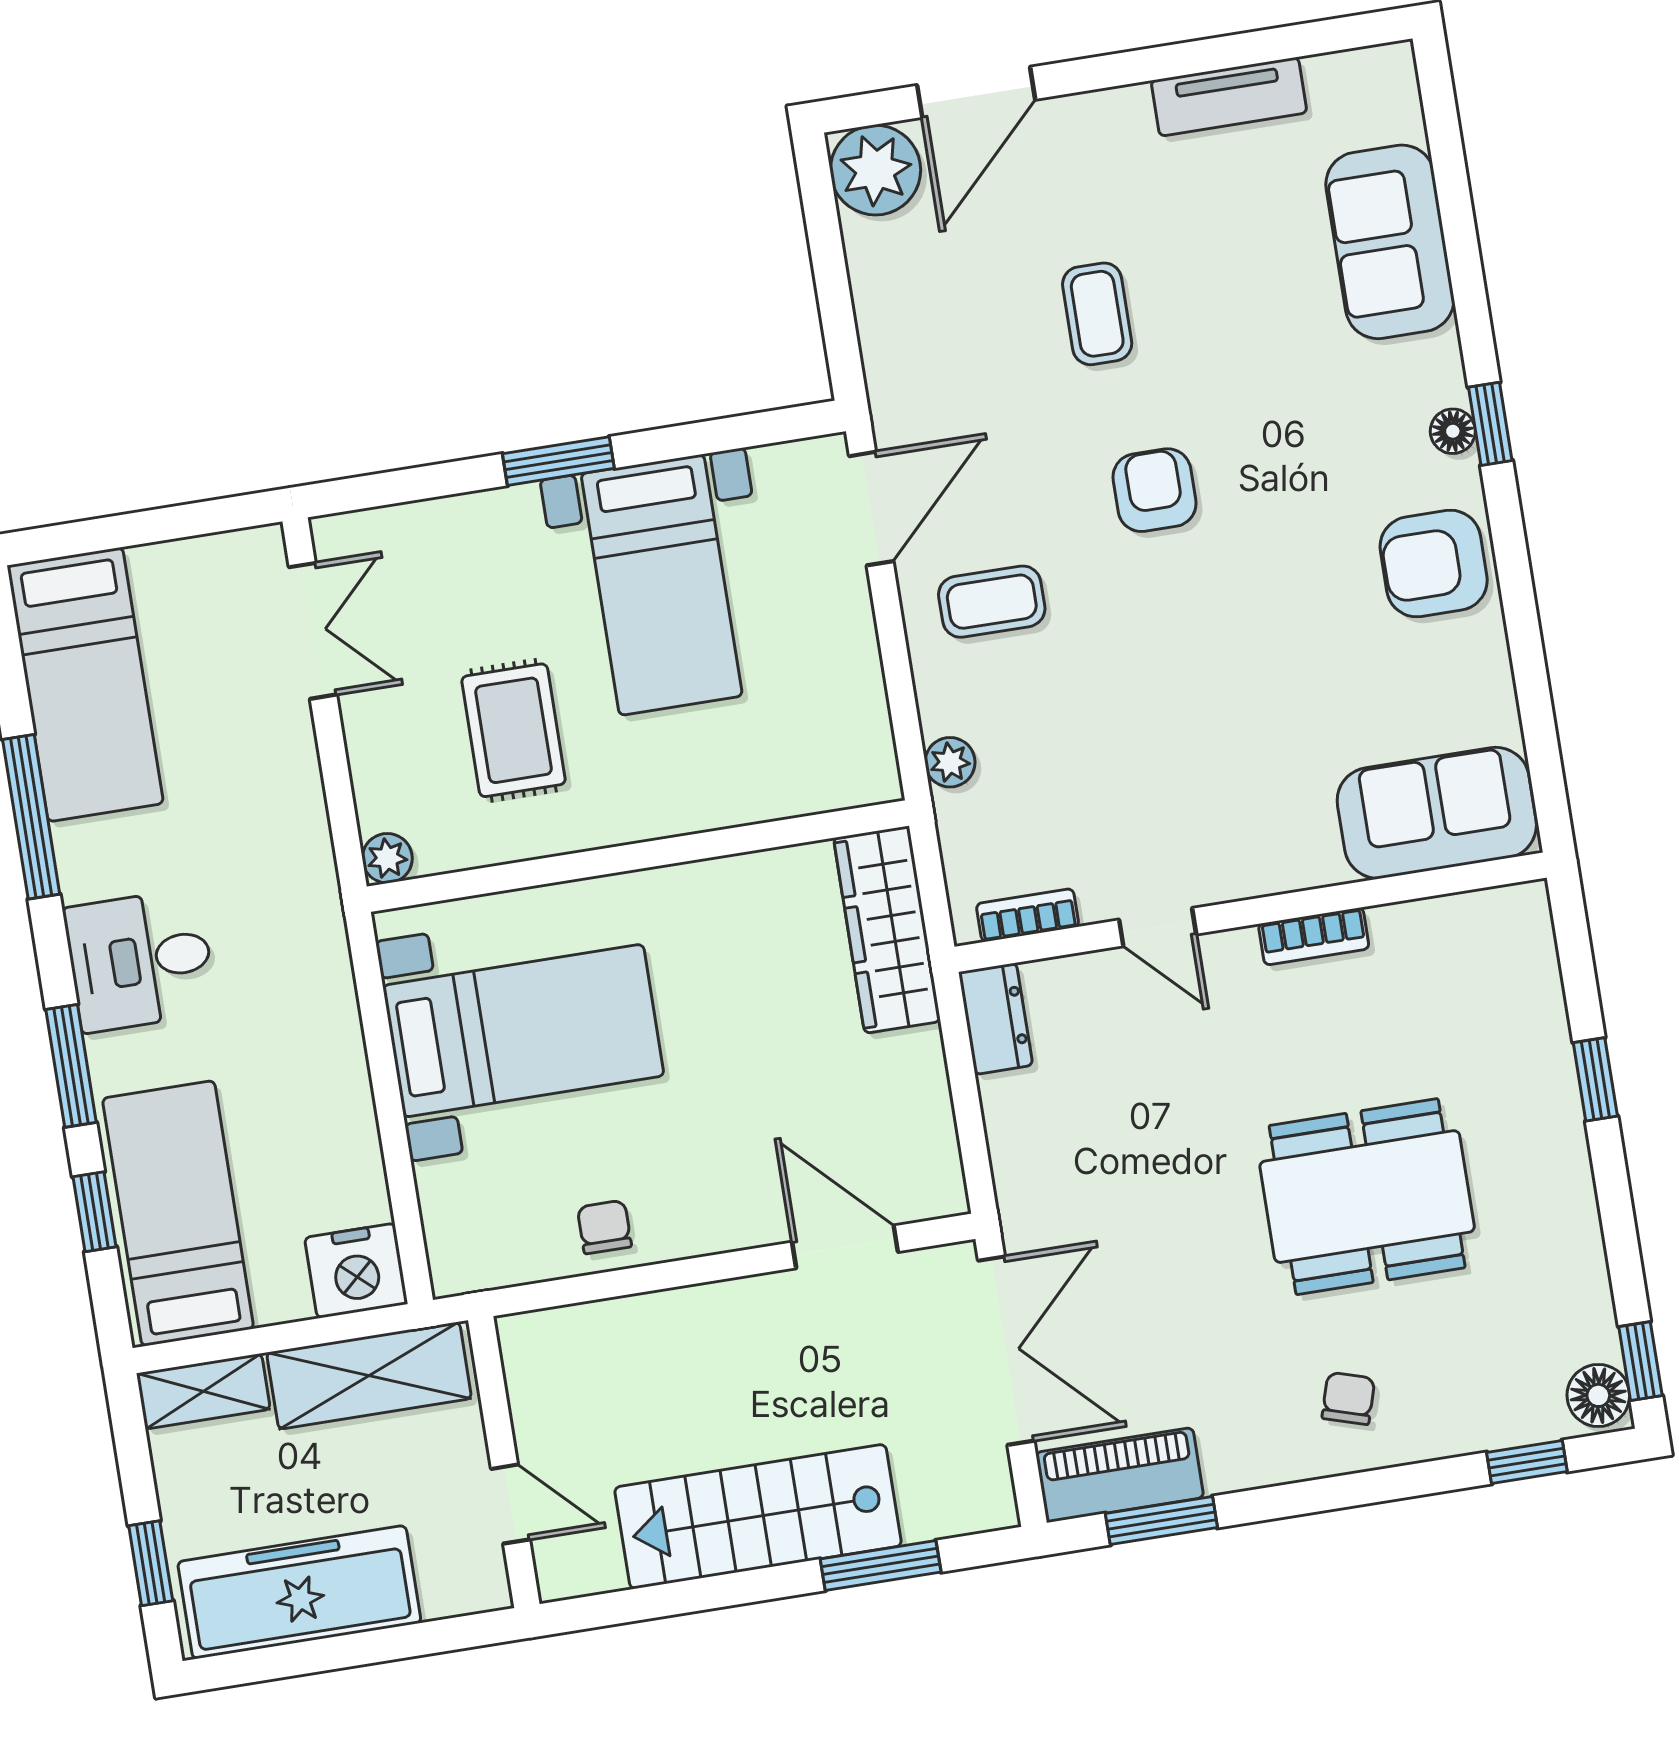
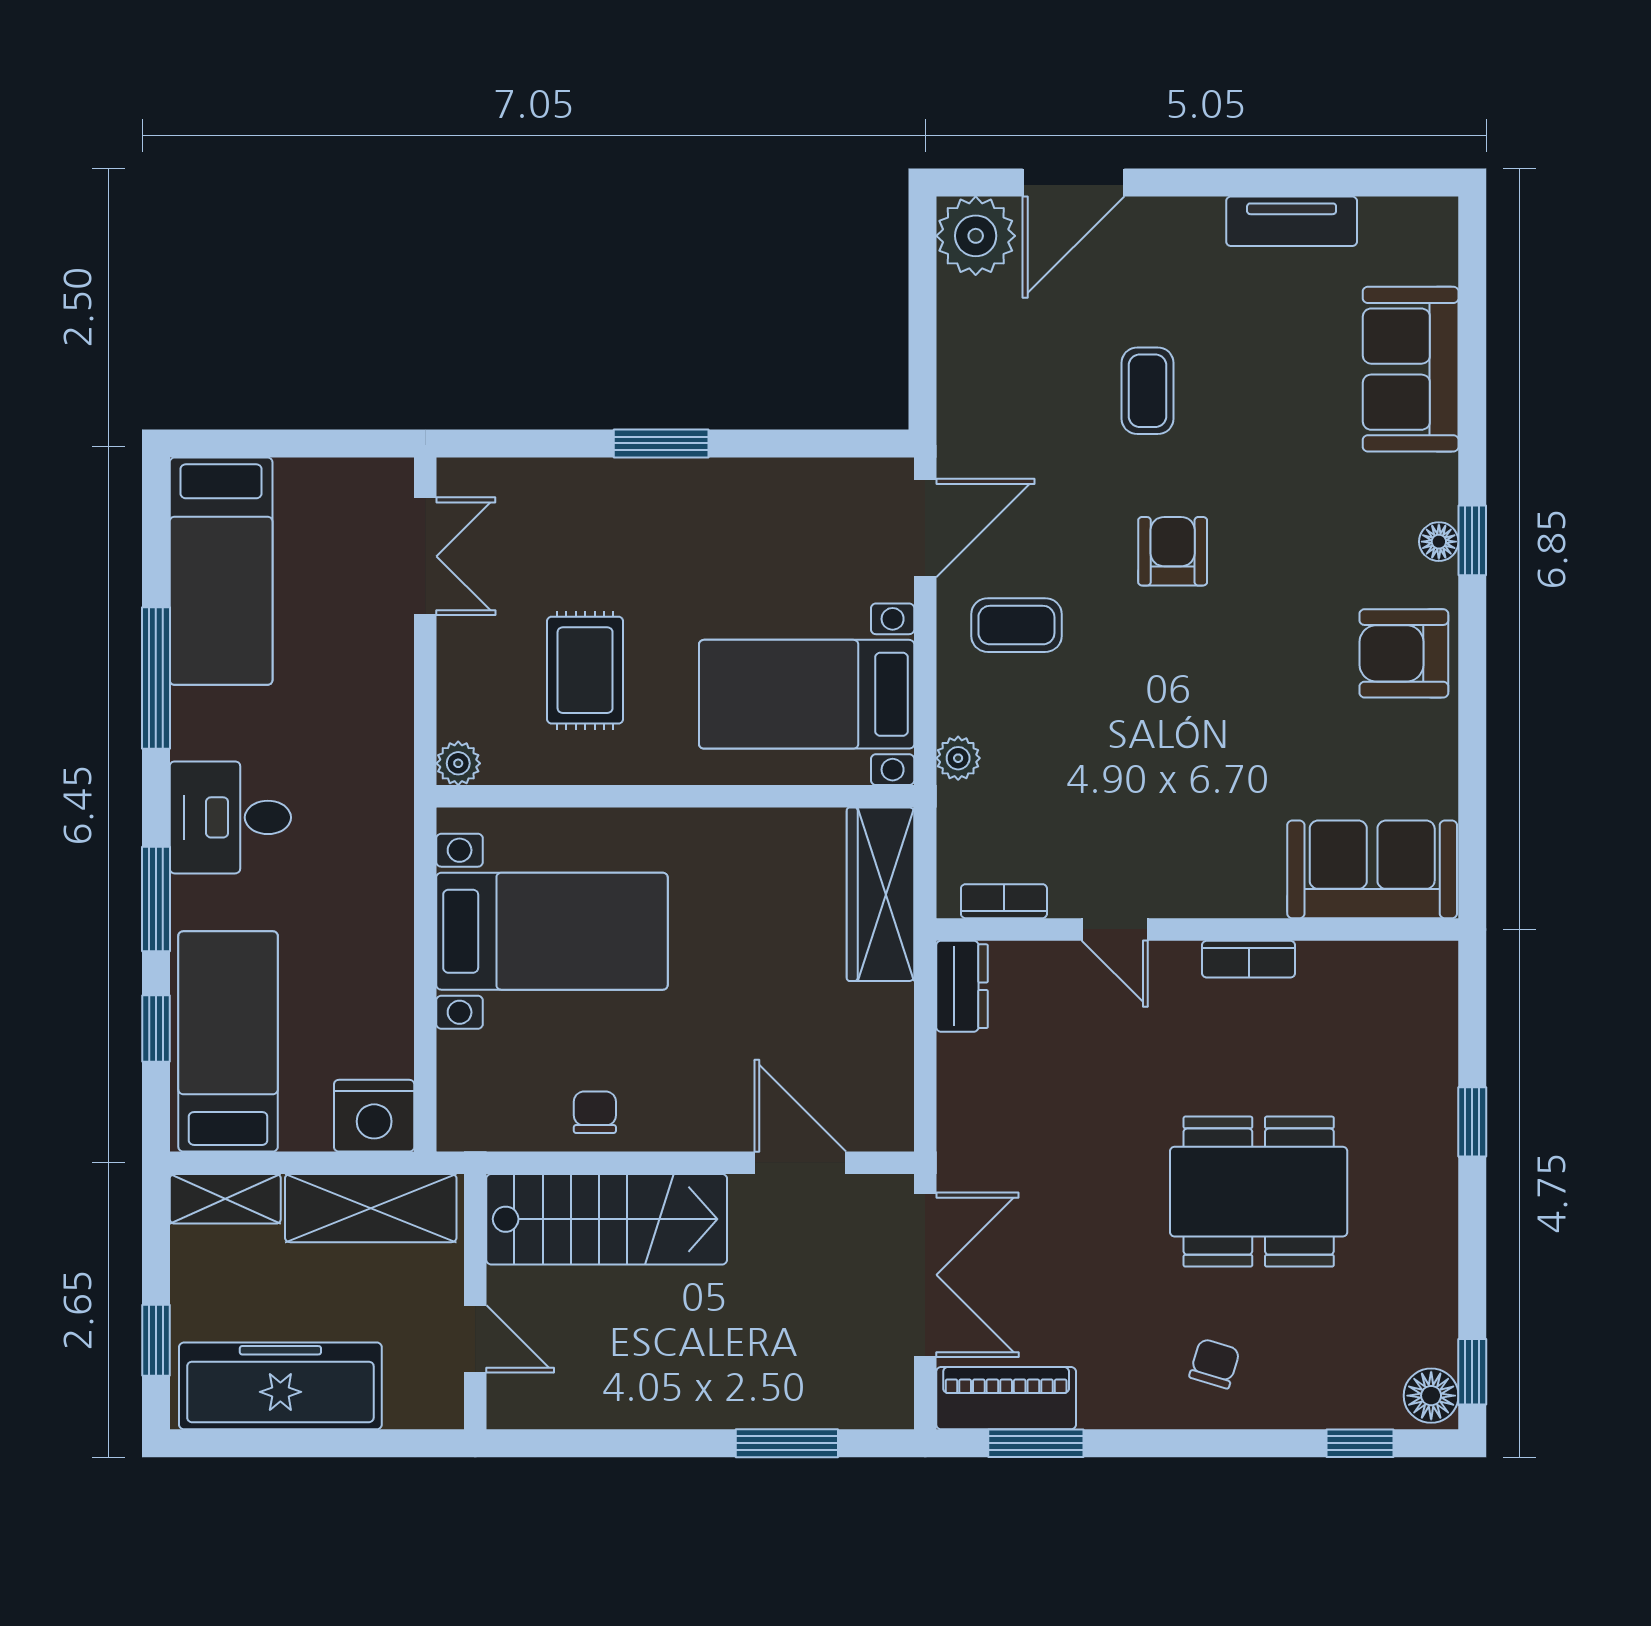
bed with nightstands: (662, 585) -> (807, 694), moved, turned 90
stairs: (758, 1517) -> (607, 1219), moved, turned 180

